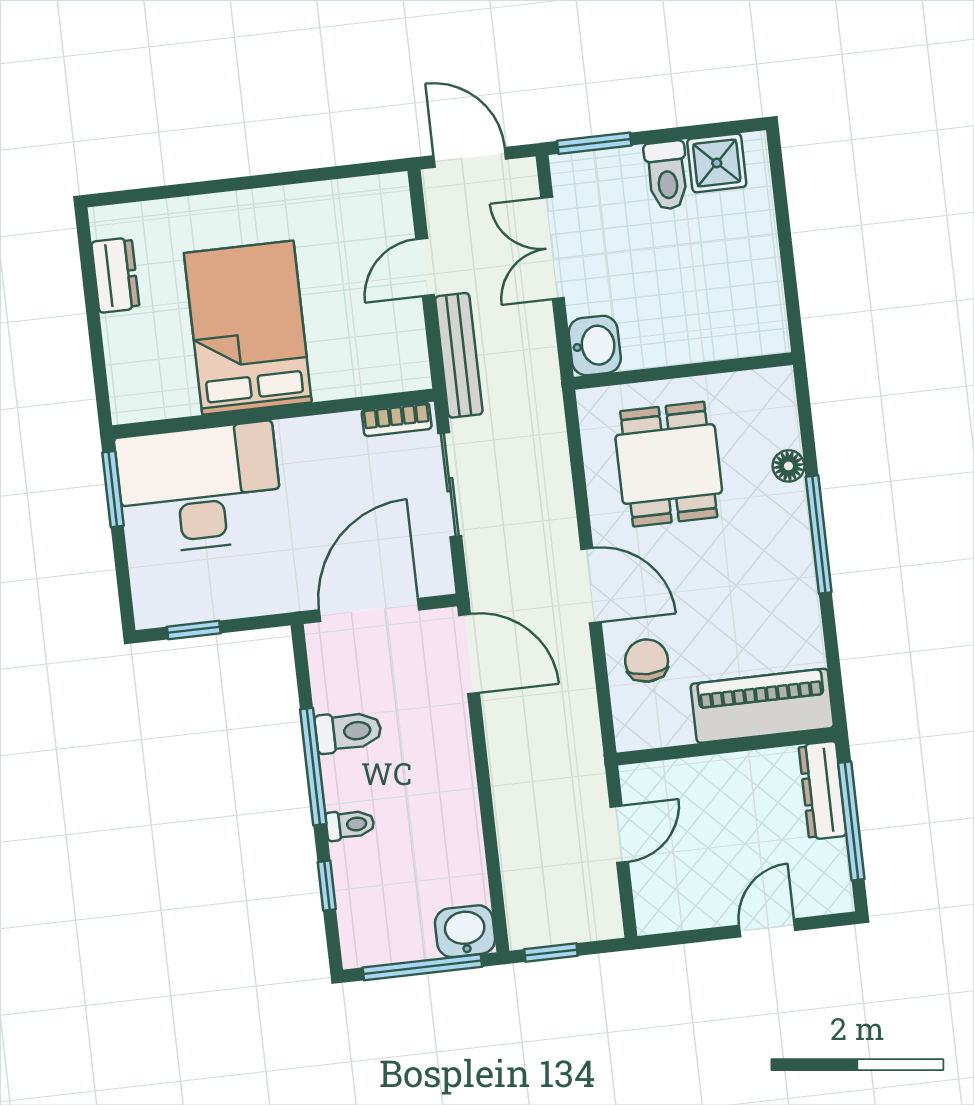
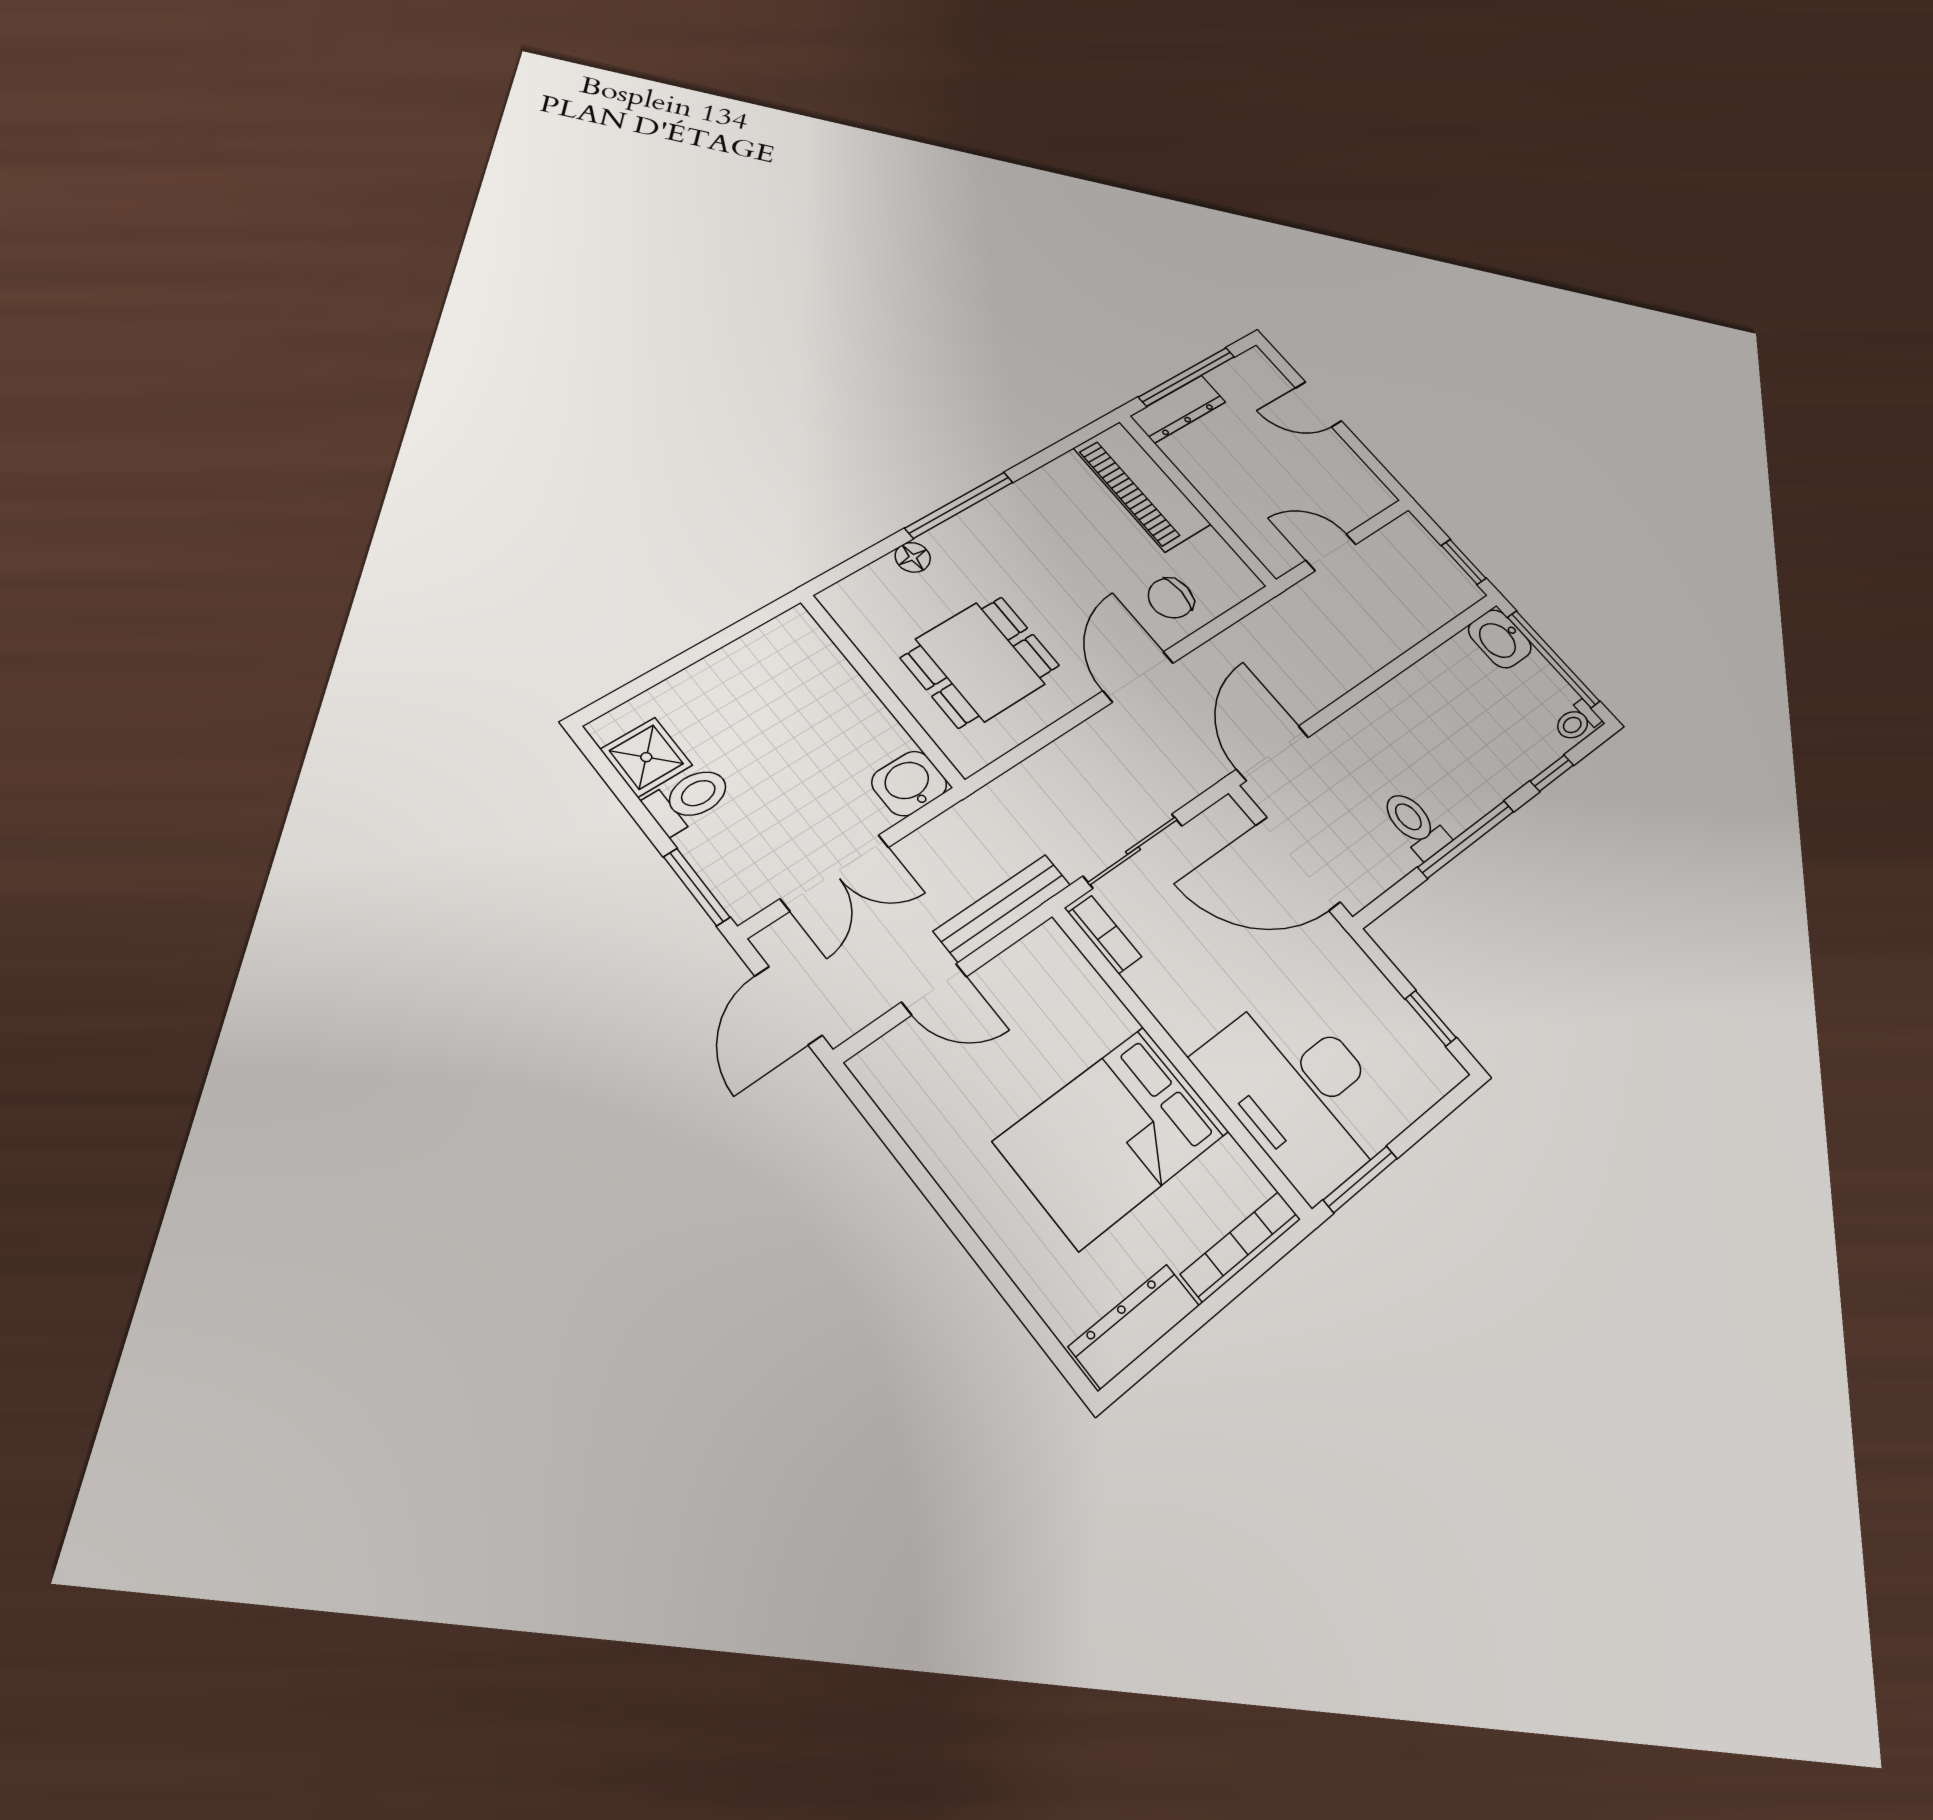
dresser: (115, 275) -> (1134, 1326), width x1.44
bookcase: (120, 369) -> (1241, 1247), added
toilet: (350, 825) -> (1577, 722), moved, turned -90

